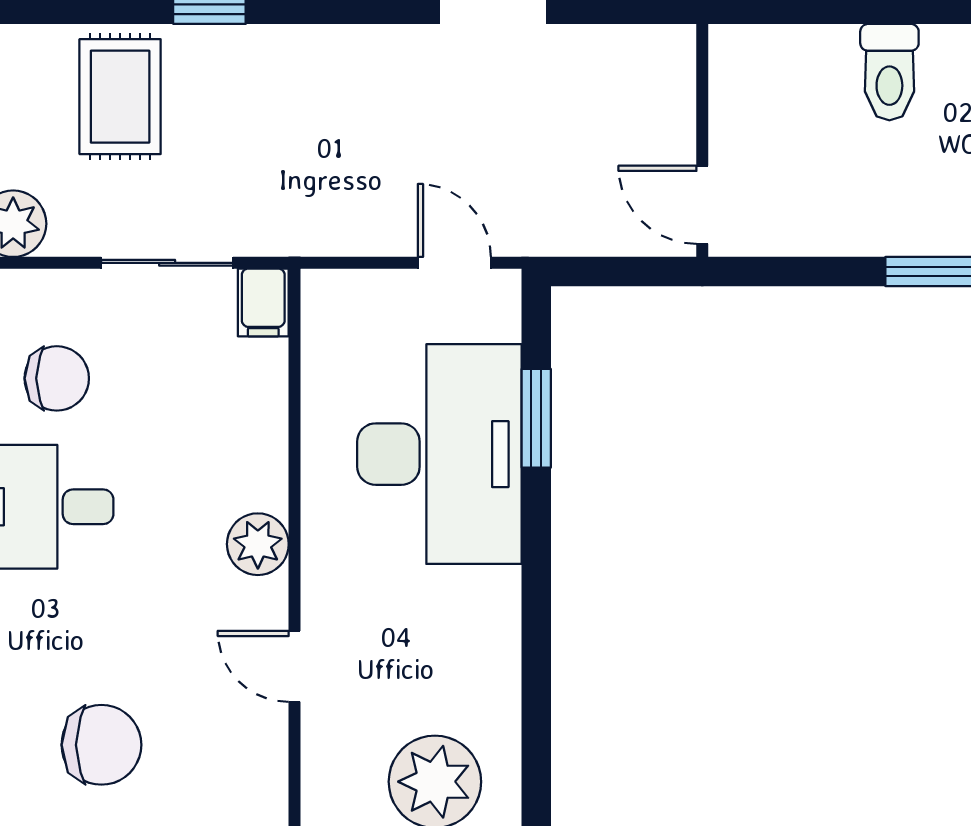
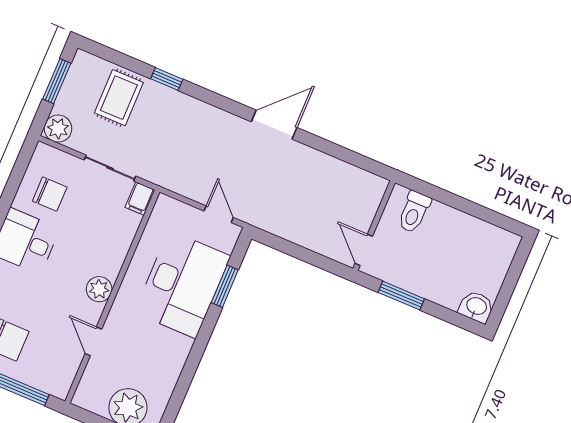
wall: (702, 140) -> (374, 226), moved
door: (702, 205) -> (364, 250), moved

